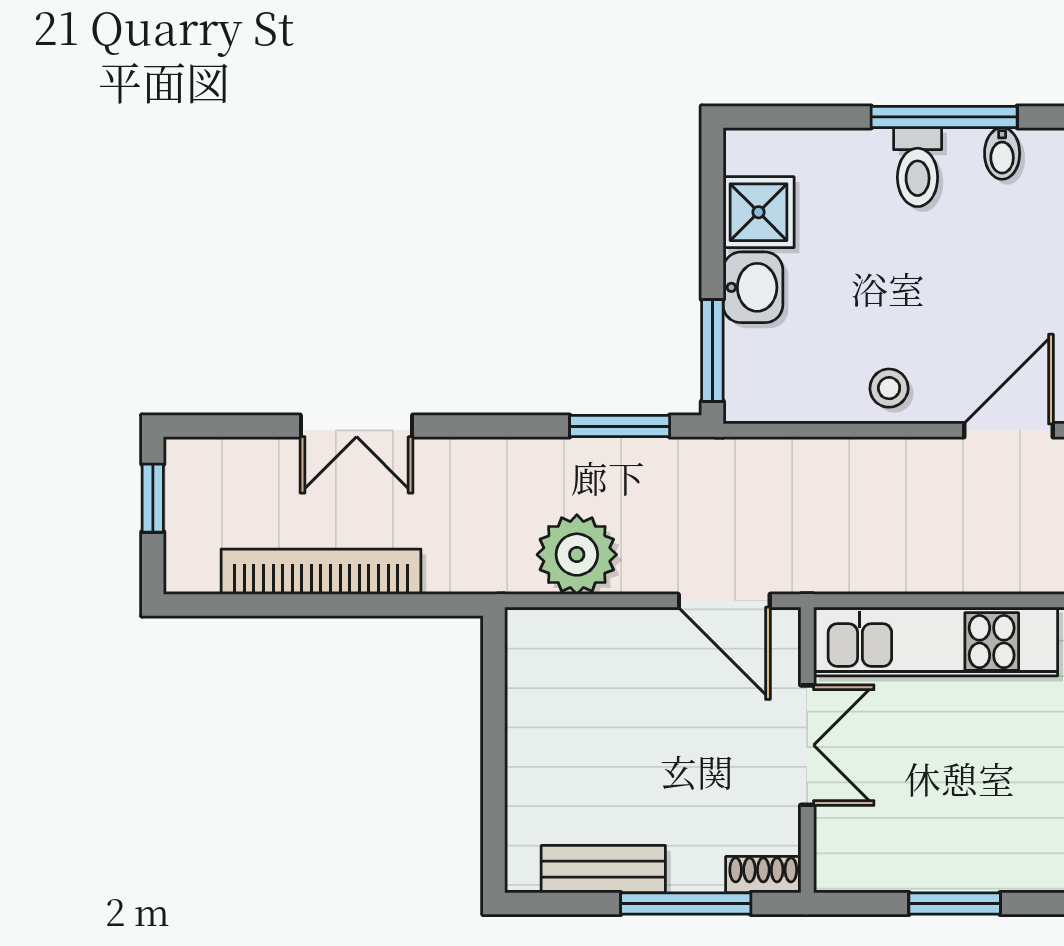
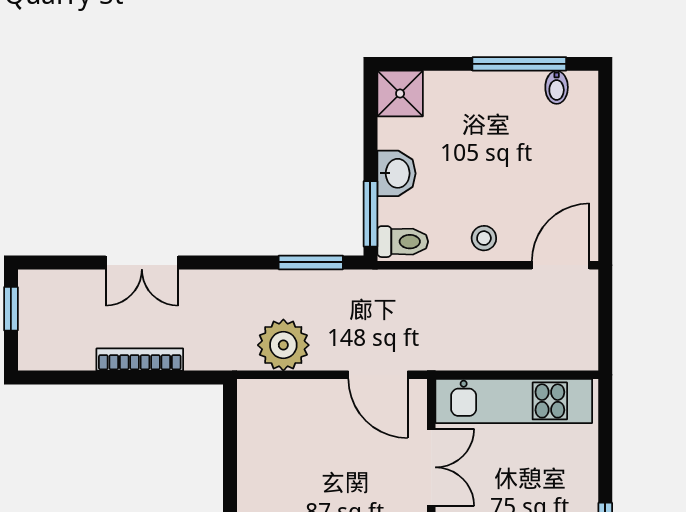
toilet: (918, 167) -> (403, 242), moved, turned -90
shower: (759, 212) -> (400, 94), moved
bookcase: (321, 572) -> (140, 360), width x0.68, depth x0.76

